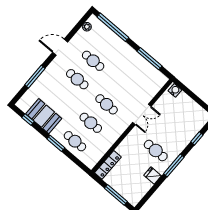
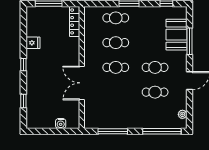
water cooler: (175, 90) -> (61, 123), moved
double door: (142, 114) -> (82, 83), width x1.37
booth: (44, 116) -> (176, 35), moved, turned 90
cafe table: (156, 150) -> (47, 64), removed
window: (174, 165) -> (23, 65), width x0.46

